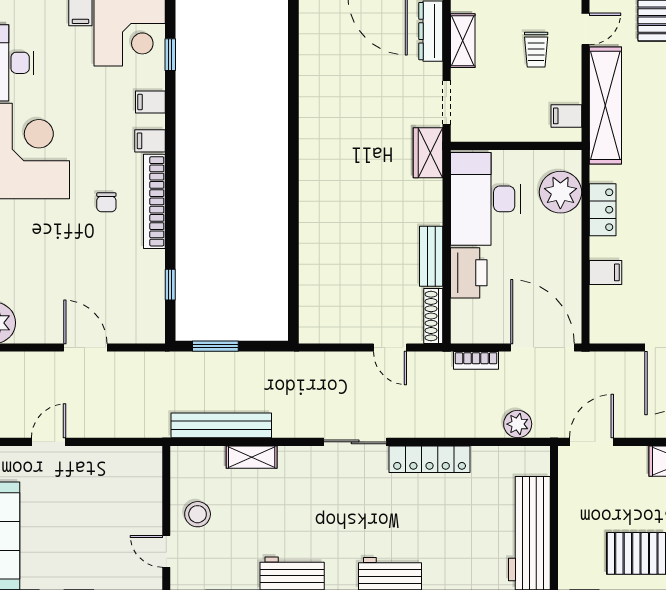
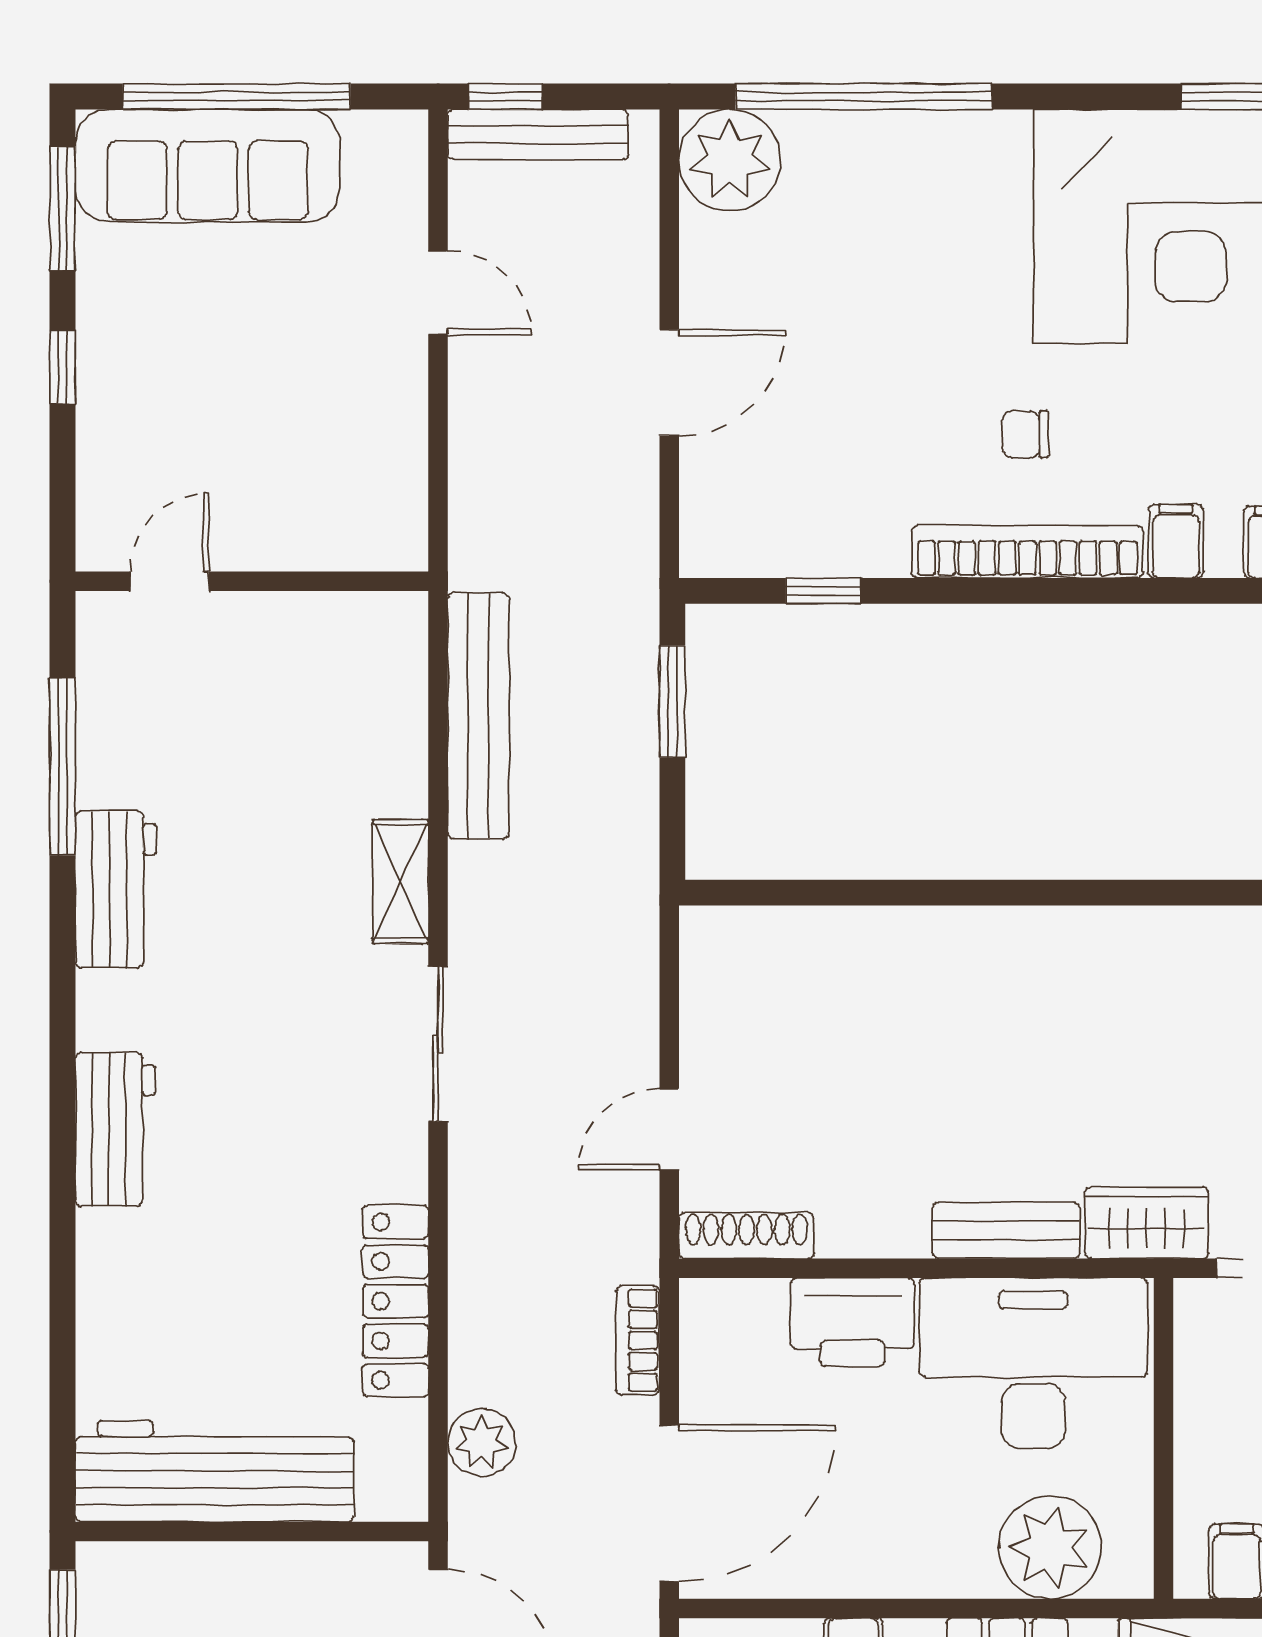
bench: (431, 256) -> (1006, 1230), moved
shelving: (252, 457) -> (401, 881), moved
locker: (430, 459) -> (396, 1301), moved
stool: (198, 514) -> (261, 658), removed

